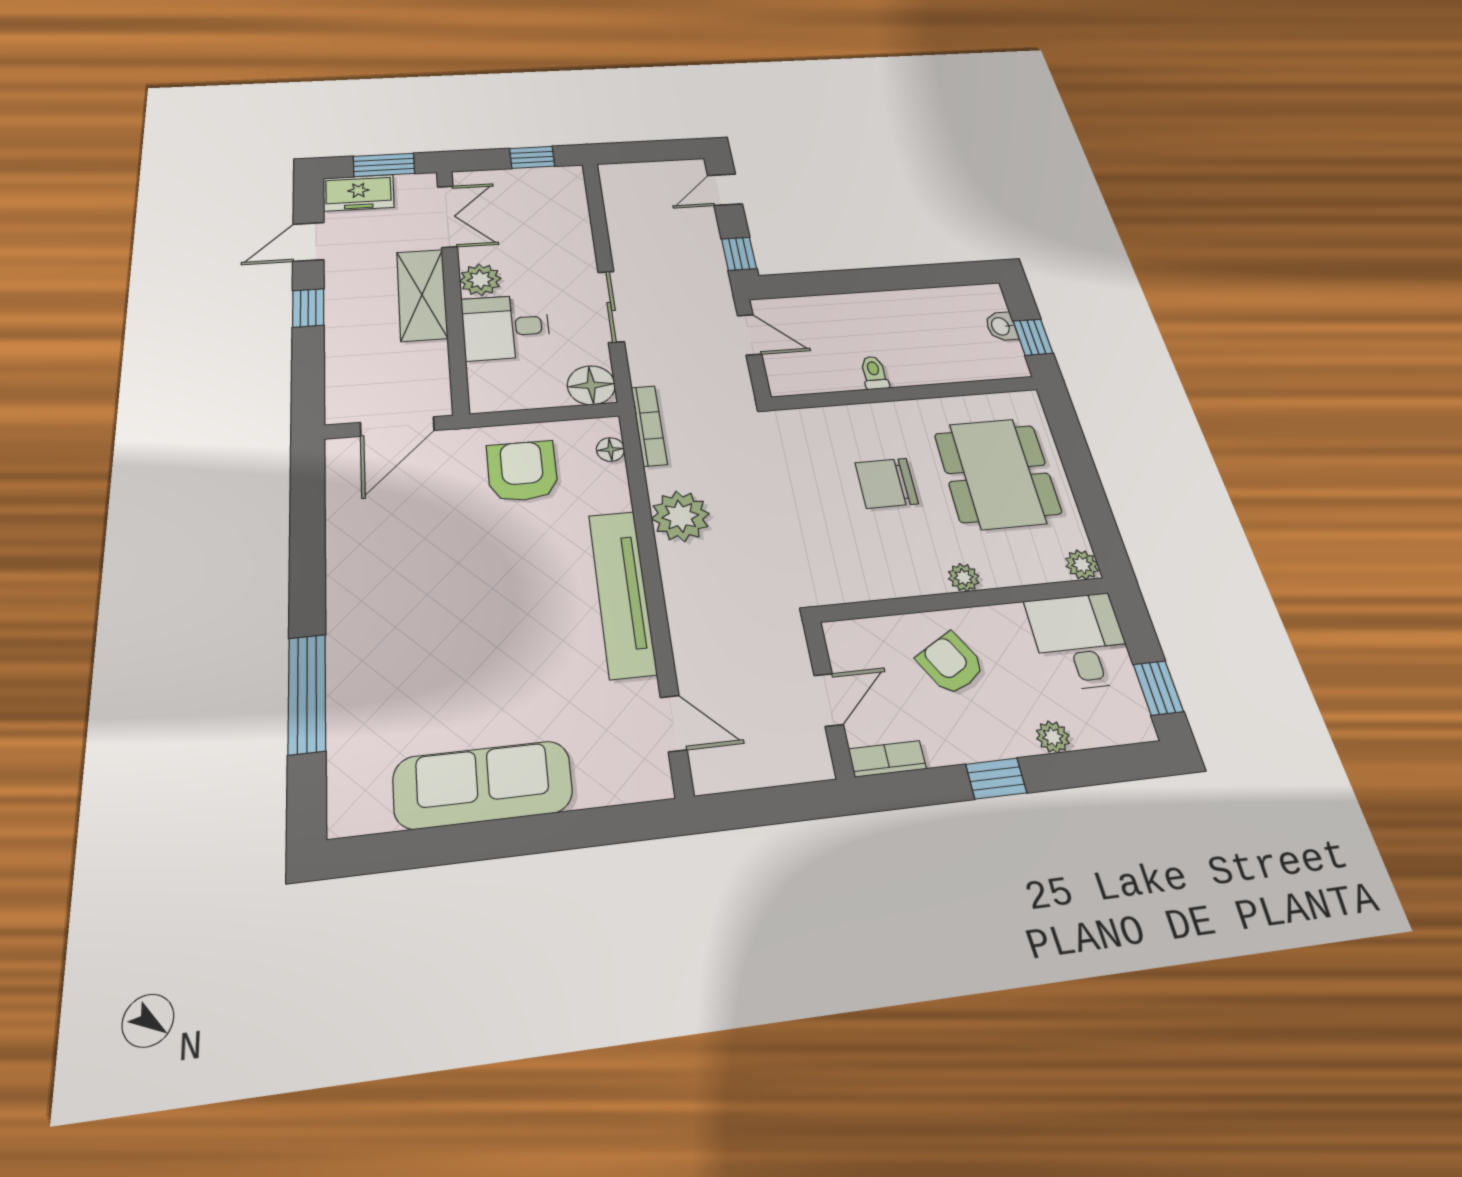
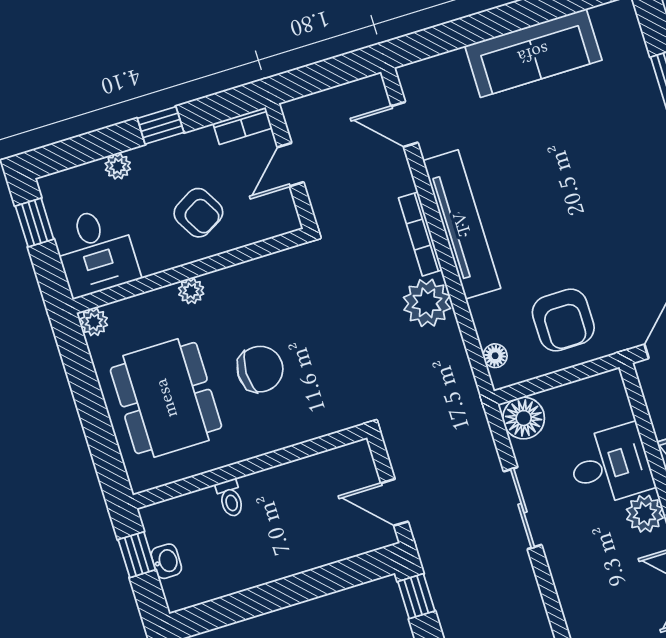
toilet: (874, 373) -> (230, 498), moved
bookcase: (649, 426) -> (420, 234), moved

